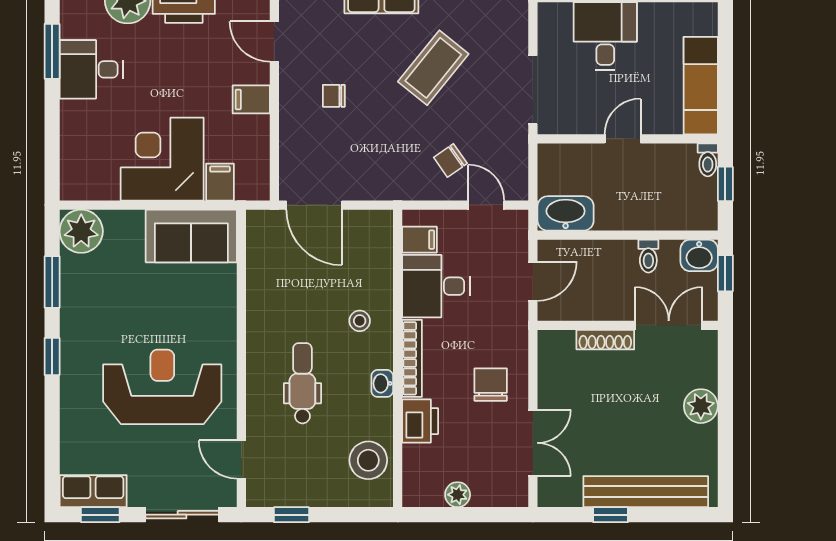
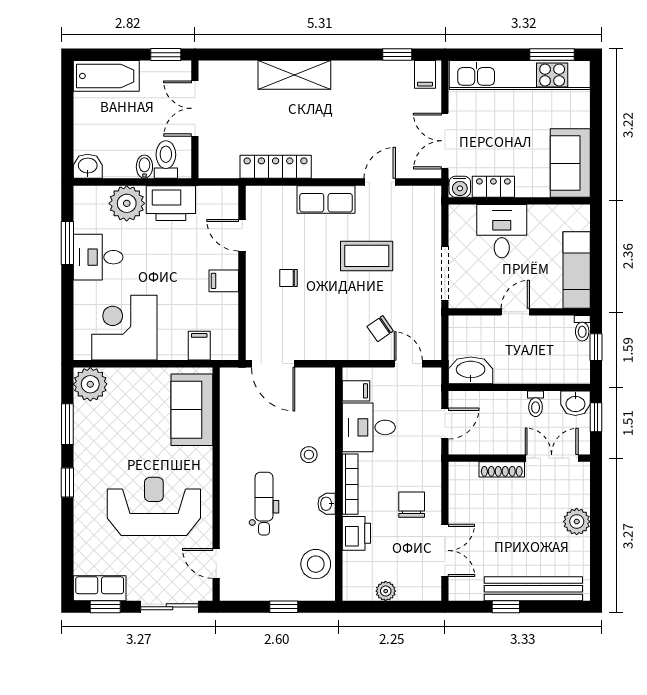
coffee table: (433, 68) -> (367, 256), turned 51
corner desk: (162, 159) -> (124, 328), moved
sofa: (191, 236) -> (192, 410), moved, turned 90
window: (291, 515) -> (284, 607), moved

